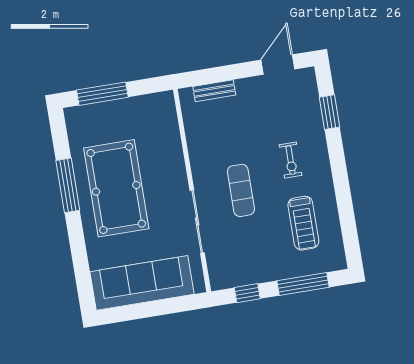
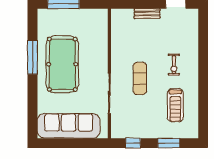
bench: (214, 91) -> (147, 14), moved
window: (330, 112) -> (203, 39), removed
window: (303, 284) -> (169, 143), width x0.69

